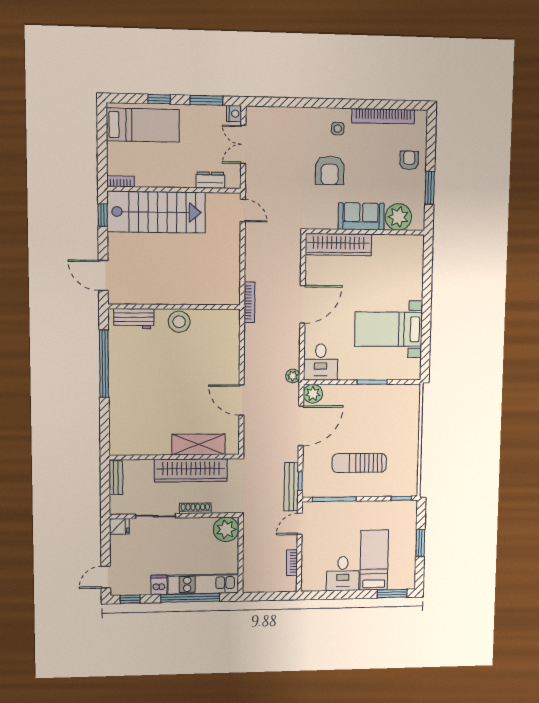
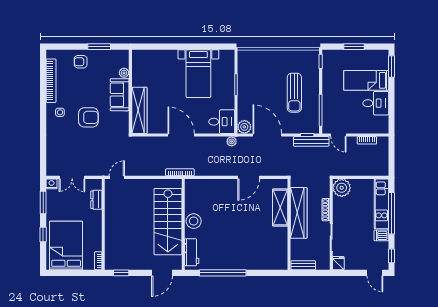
bed: (143, 125) -> (66, 245), width x1.50
stairs: (156, 212) -> (168, 222), moved, turned 180
plant: (398, 217) -> (124, 73), width x0.53, depth x0.53

